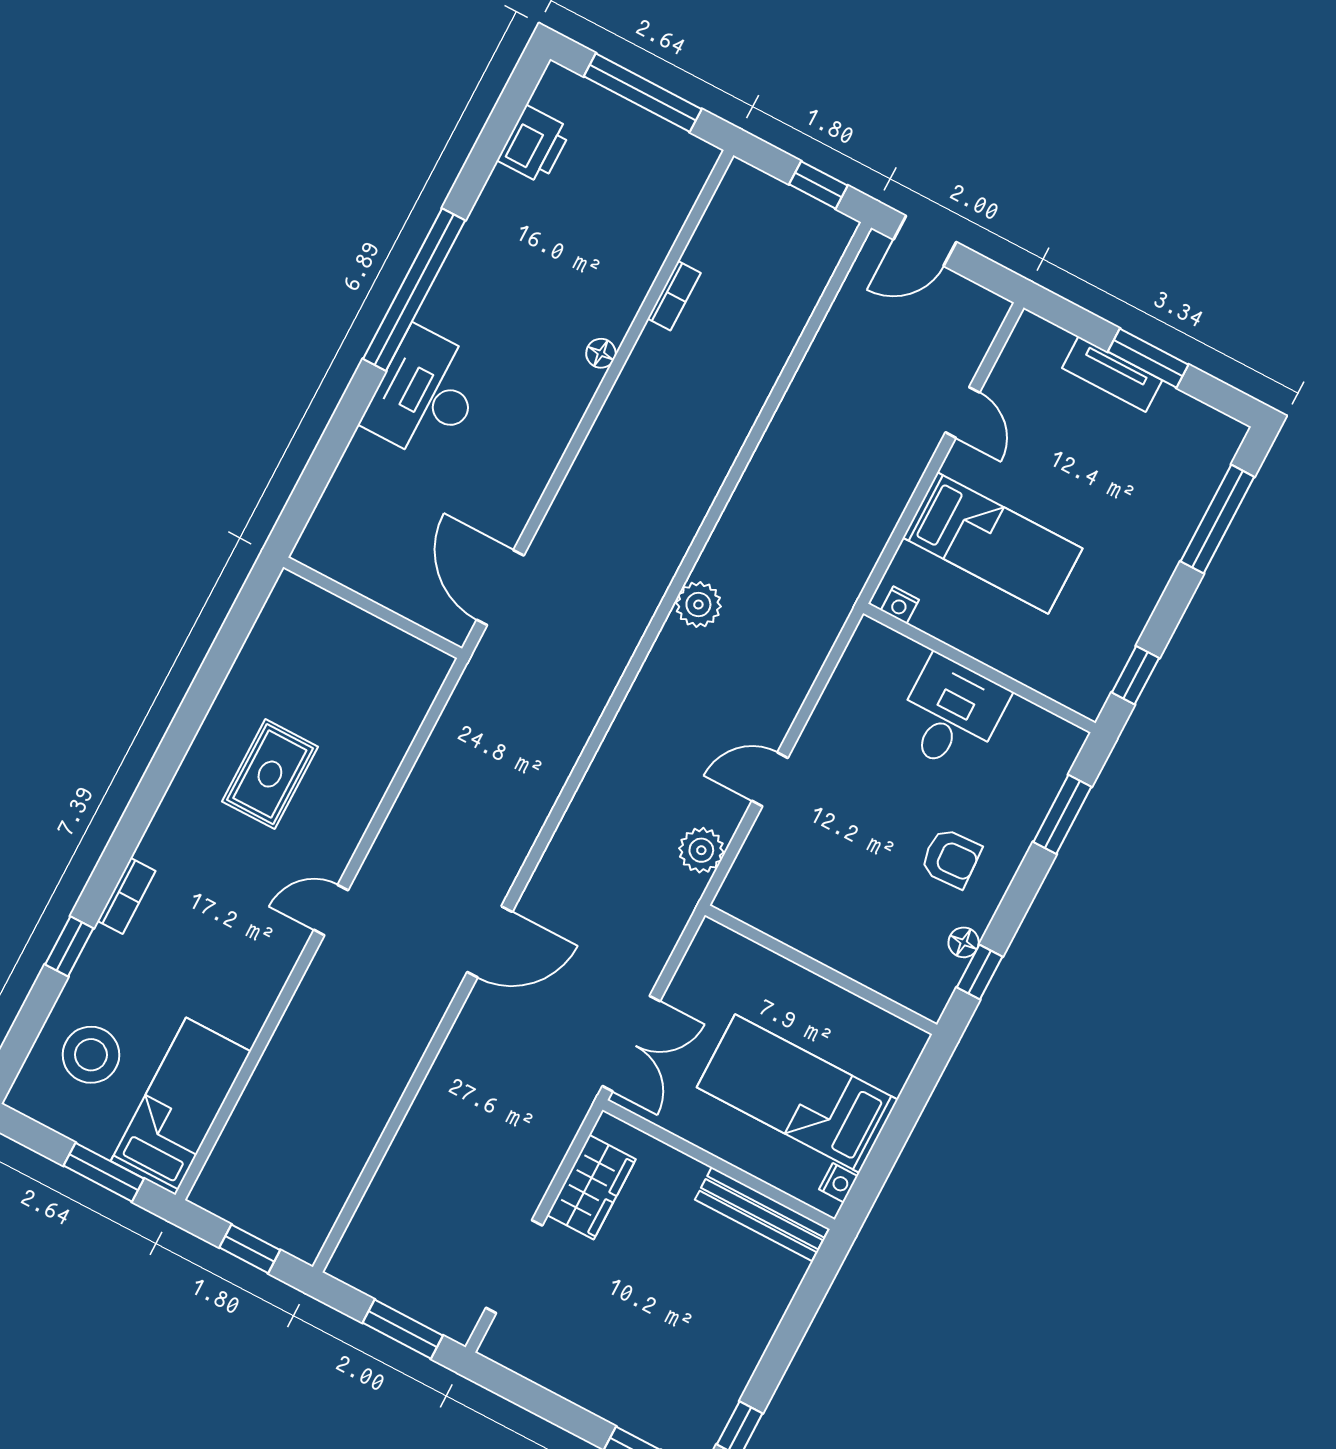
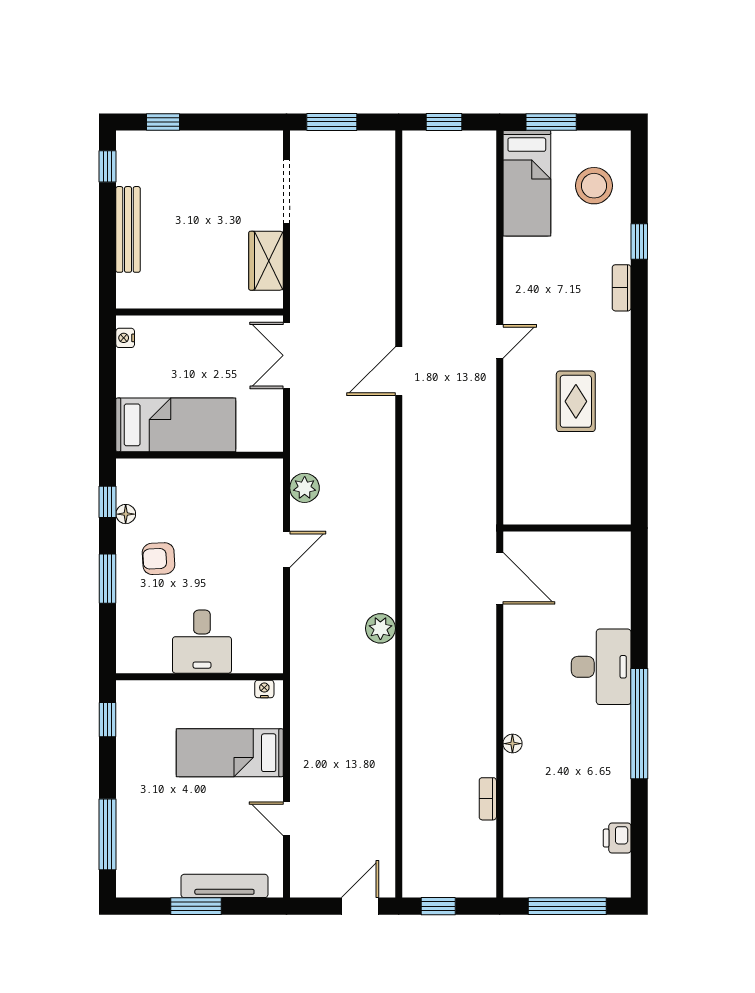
printer: (534, 145) -> (617, 838), width x0.73, depth x0.81
tv unit: (1112, 374) -> (224, 886), width x1.41
window: (1062, 814) -> (108, 579), moved
bed: (797, 1094) -> (176, 425), moved
bench: (762, 1214) -> (128, 229), moved, turned 90

